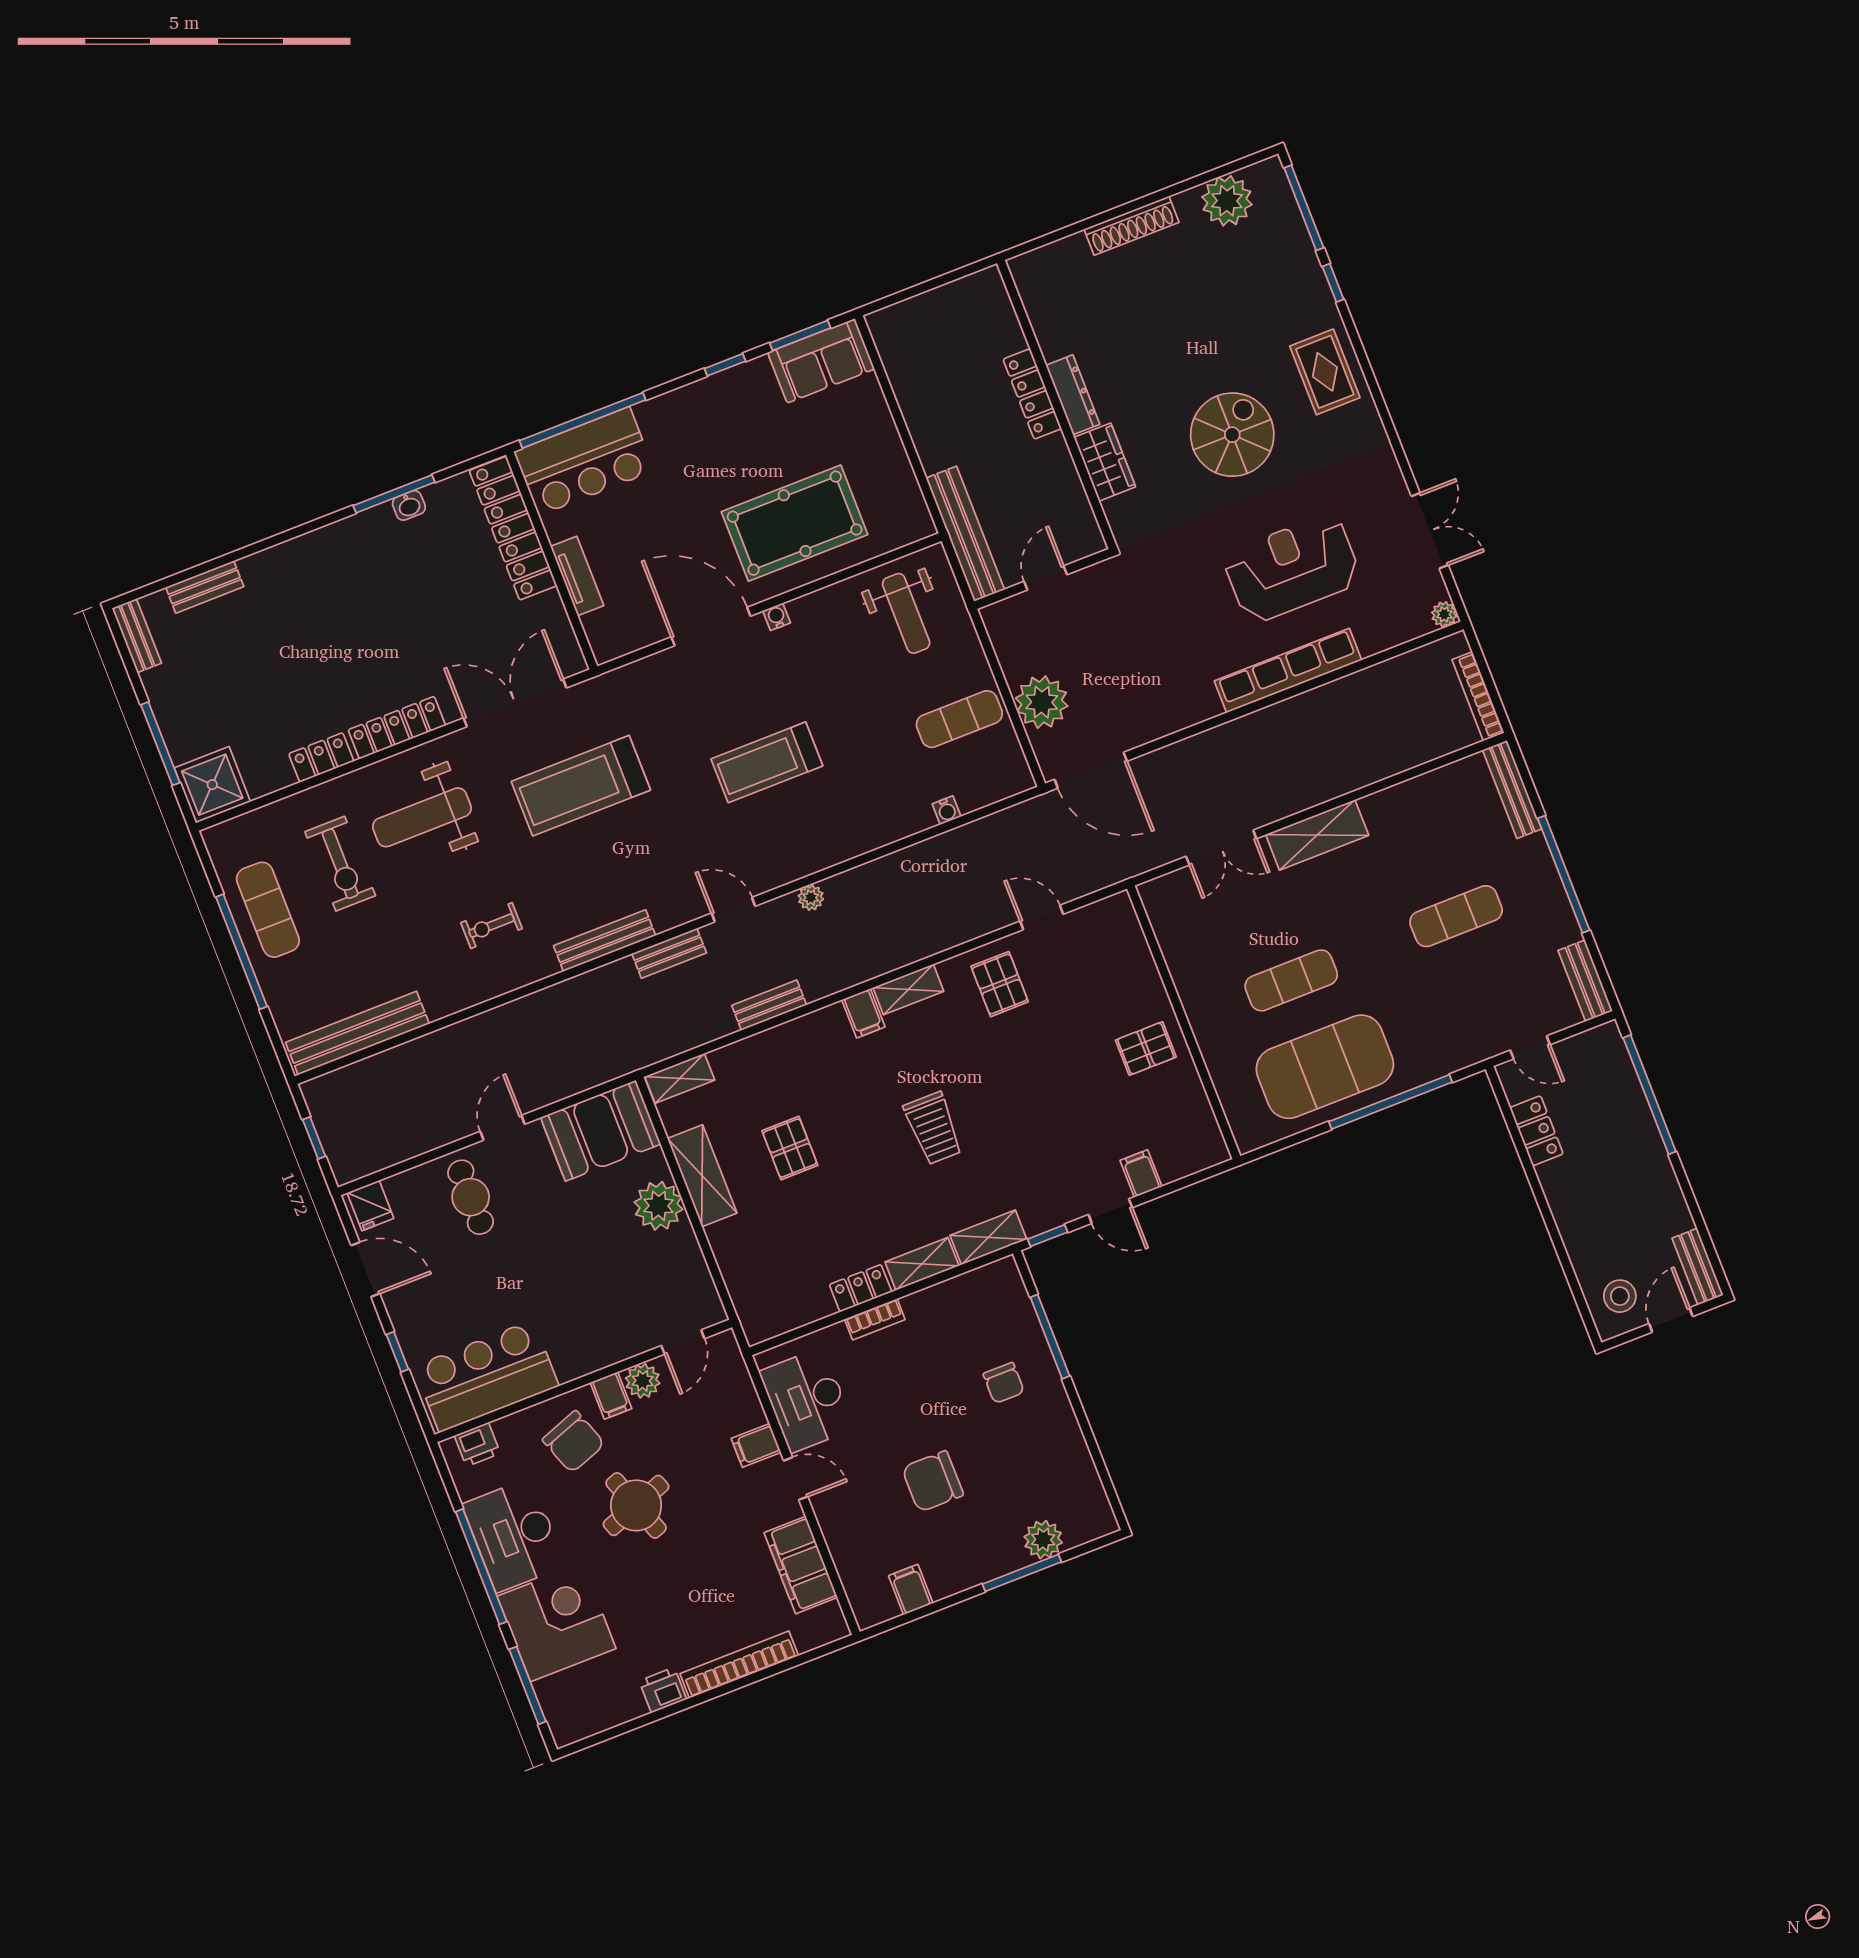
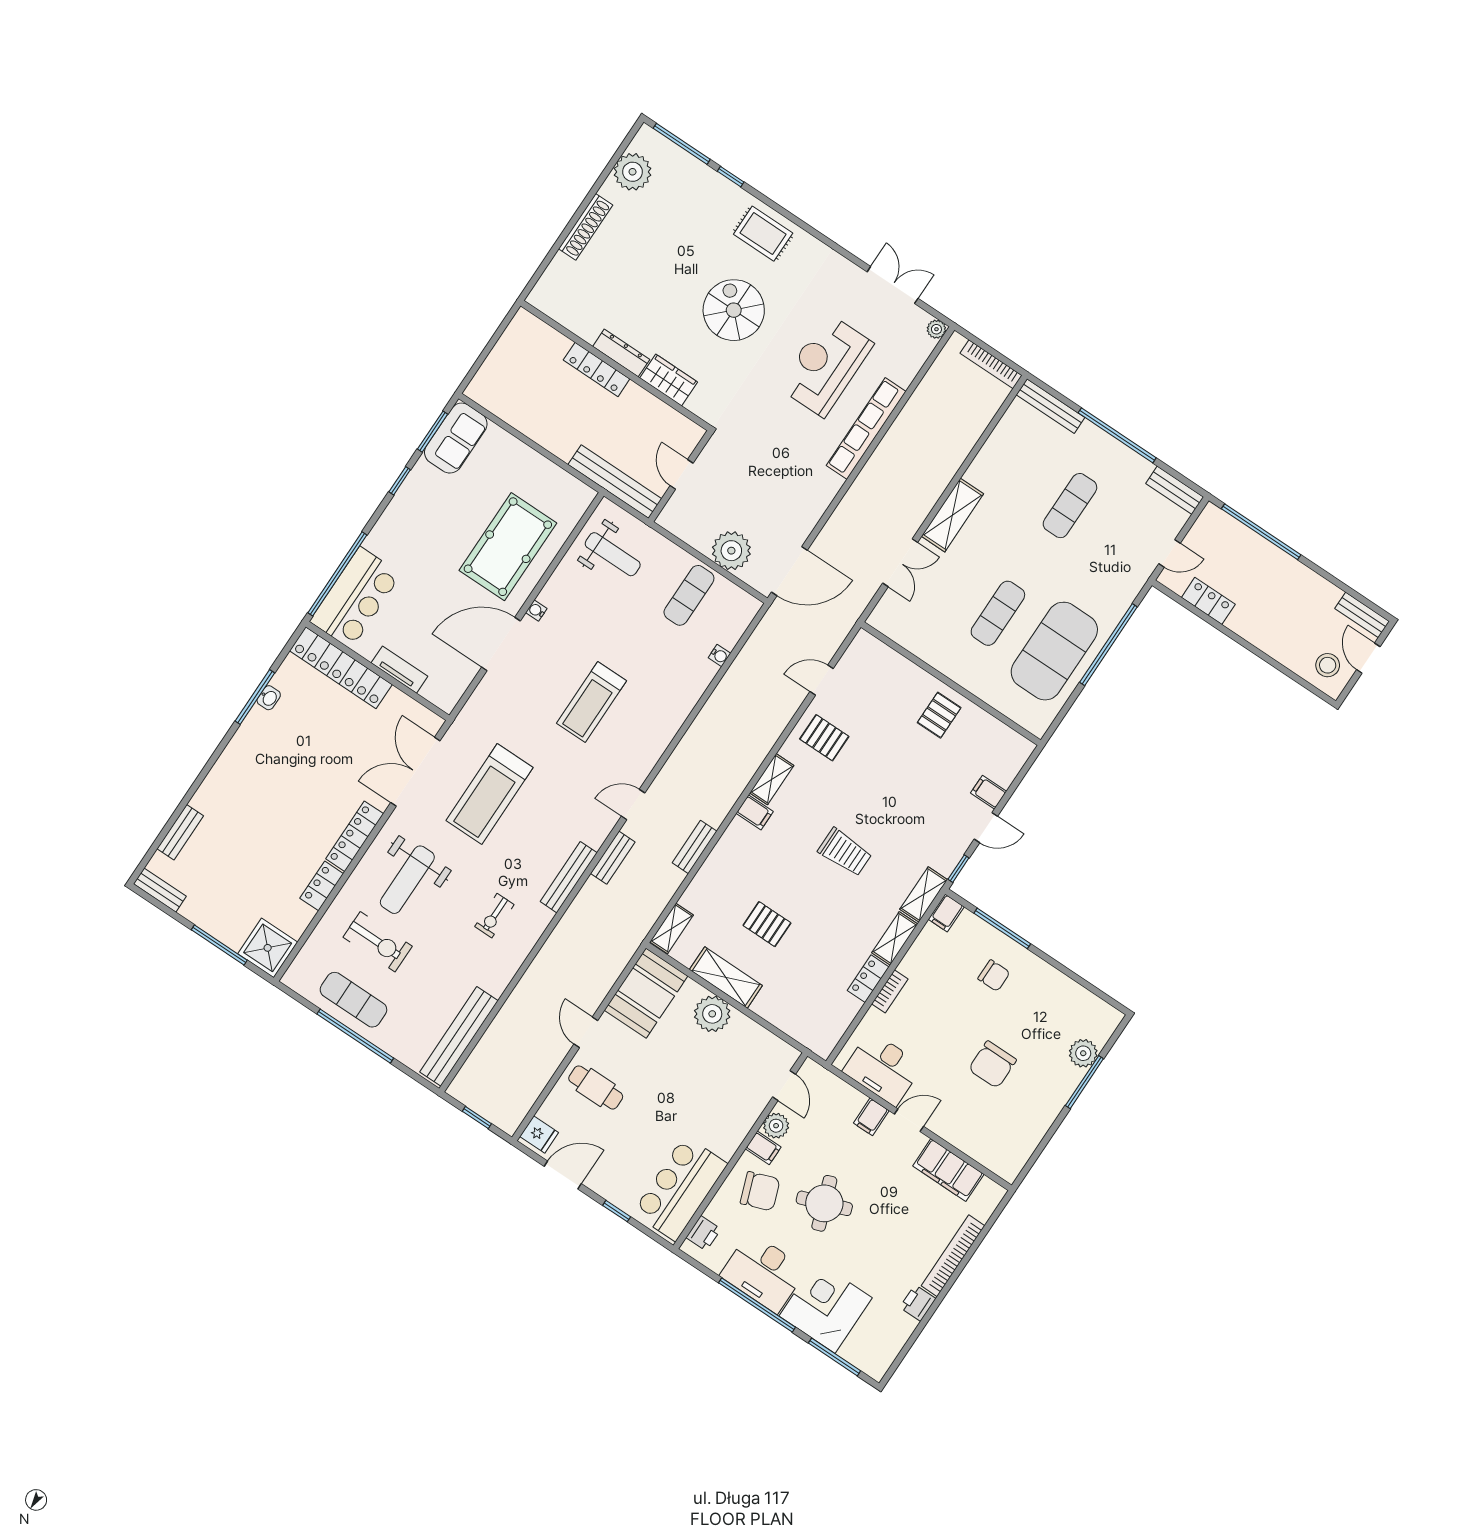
plant: (811, 898) -> (675, 765), removed
filing cabinet: (911, 1589) -> (946, 913), moved, turned -90

